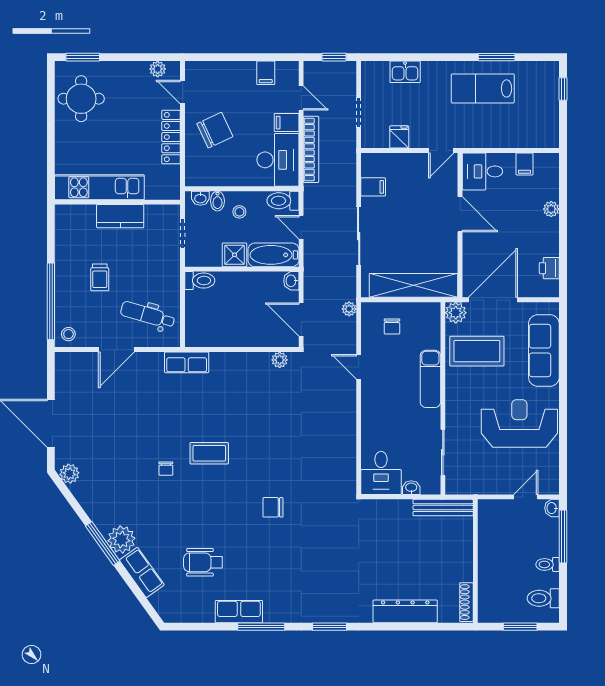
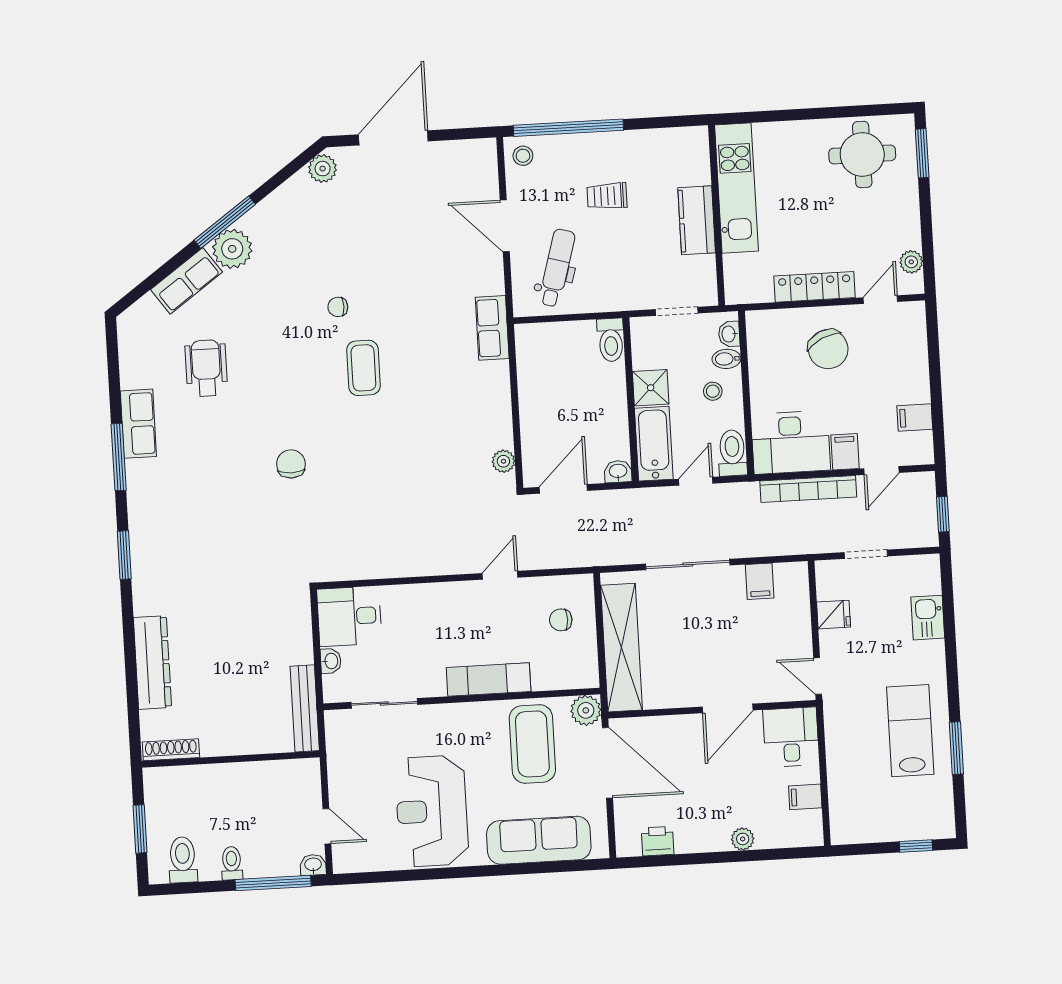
plant: (349, 309) -> (582, 557), removed
reception desk: (519, 424) -> (432, 811), turned 180

